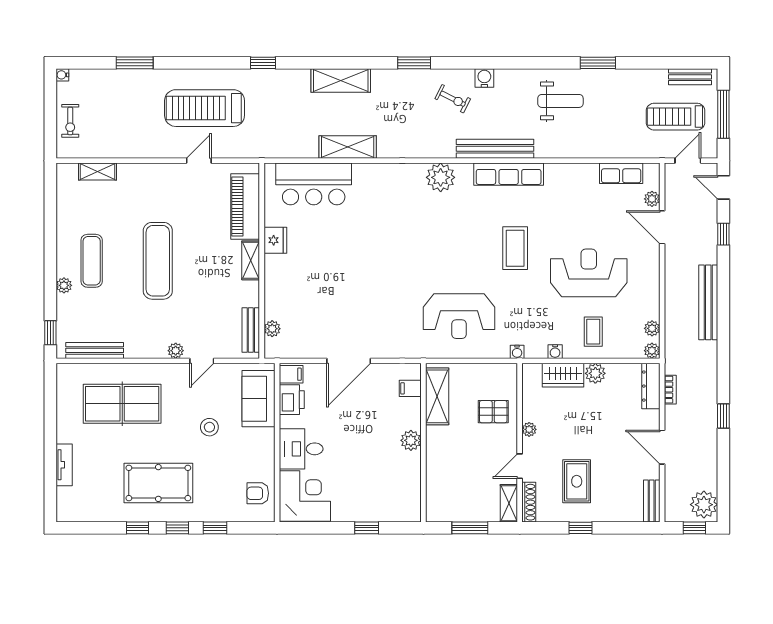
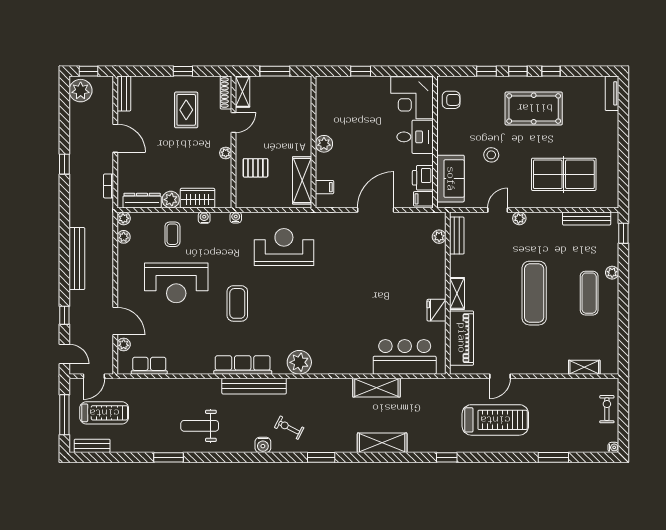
dresser: (651, 386) -> (142, 201), moved, turned -90
tv unit: (64, 465) -> (612, 93), moved

